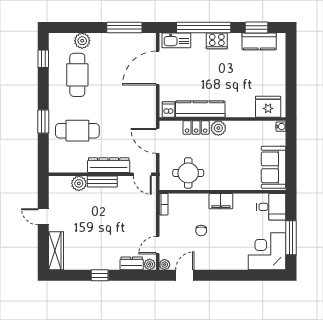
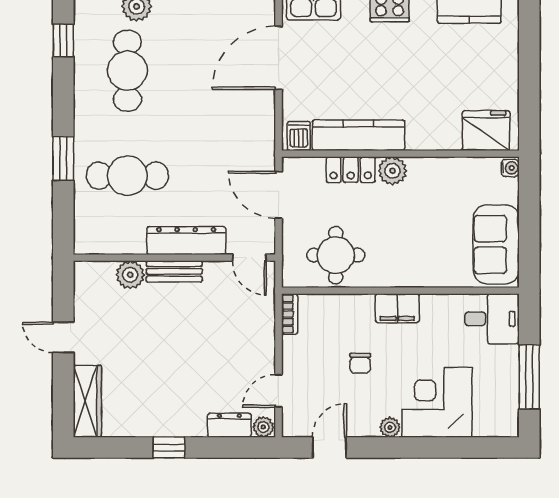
corner desk: (267, 251) -> (437, 402), moved
plant: (165, 265) -> (390, 427), moved

